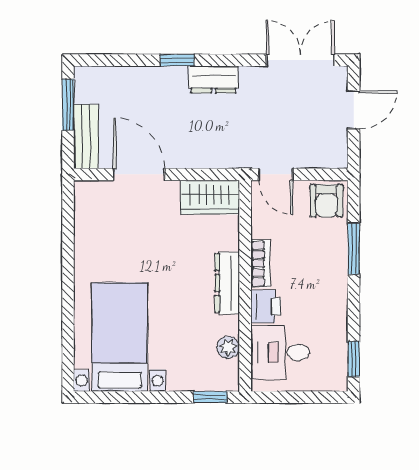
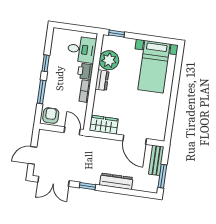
window: (177, 60) -> (87, 186), moved
dresser: (213, 80) -> (116, 181), moved, width x1.44
dresser: (227, 283) -> (102, 80), width x0.70
plant: (228, 347) -> (109, 60), width x1.87, depth x1.87
window: (354, 359) -> (46, 63), moved

